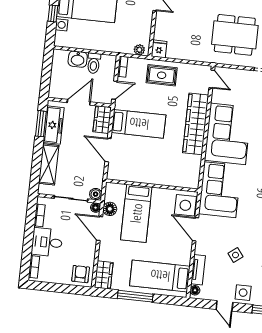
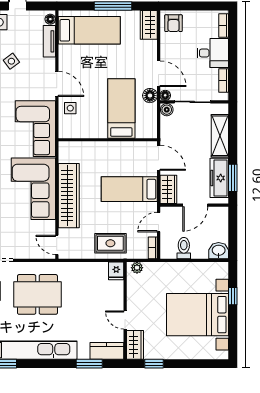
washbasin: (78, 59) -> (219, 251), moved
wall: (152, 186) -> (108, 140), moved
side table: (185, 205) -> (70, 108), width x0.54, depth x0.54
bed: (136, 213) -> (121, 108), moved

